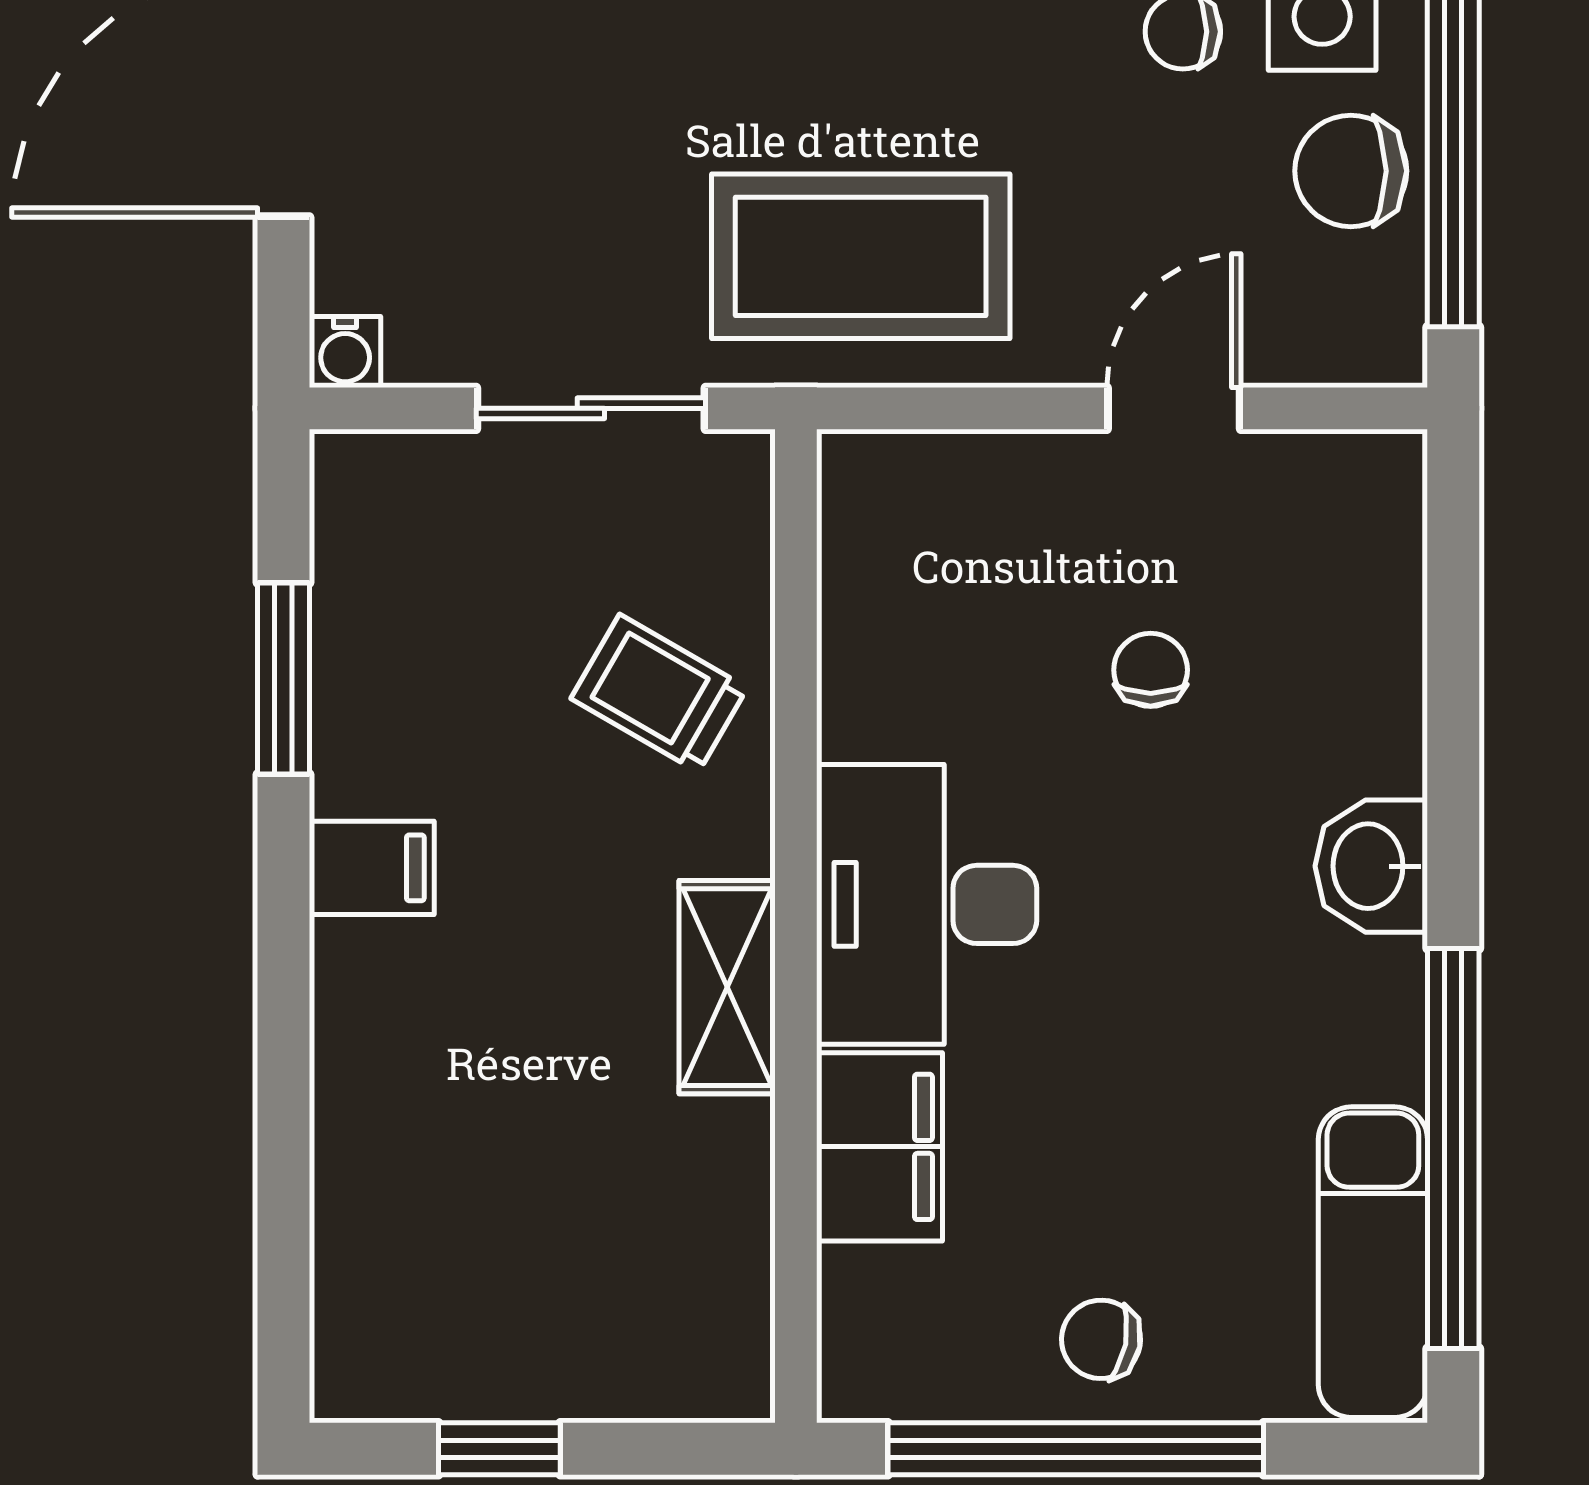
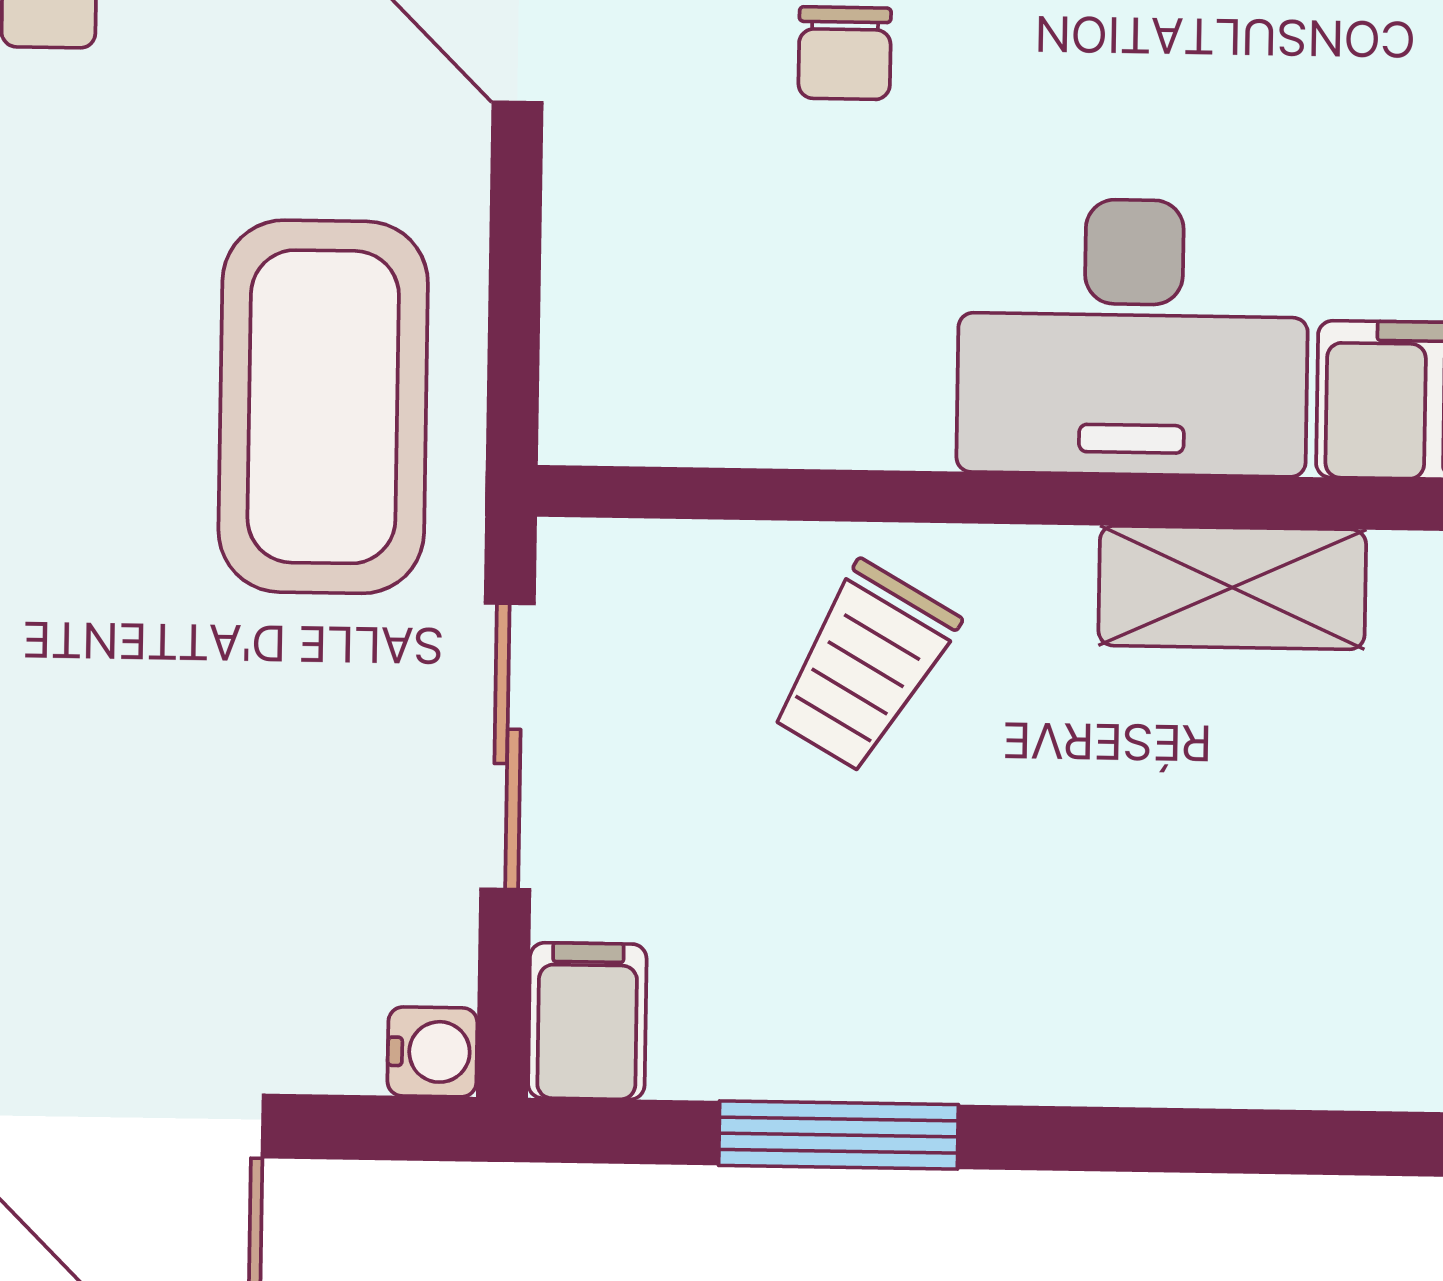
chair: (1151, 670) -> (845, 53), turned -90
filing cabinet: (372, 868) -> (587, 1021), moved

